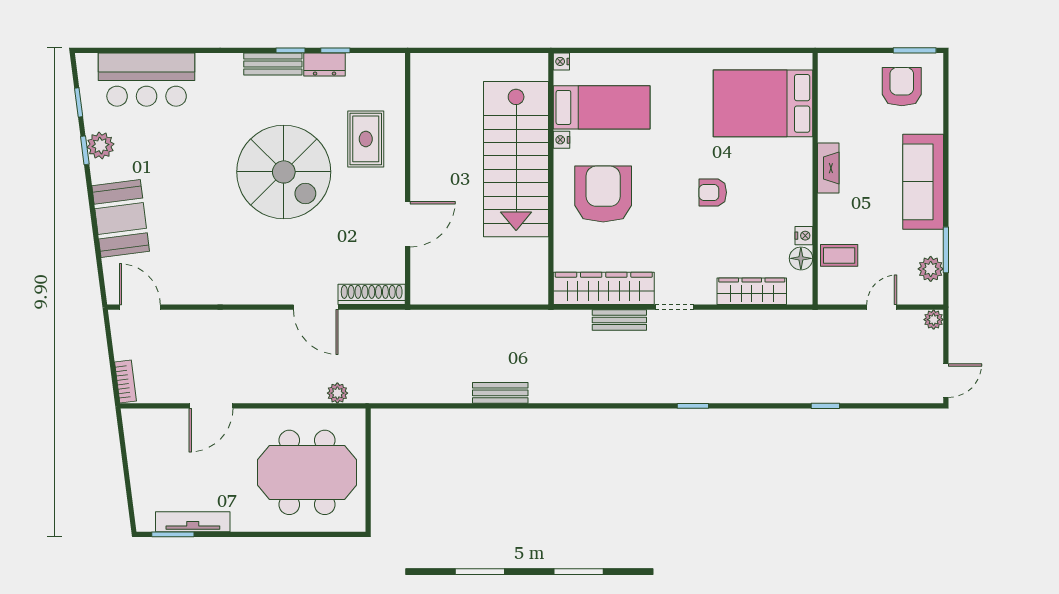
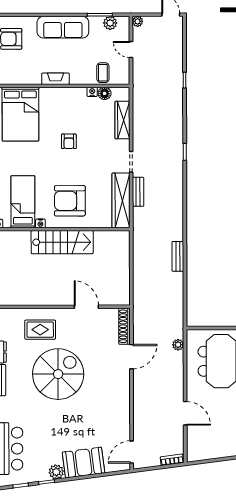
plant: (101, 146) -> (56, 472), moved
stairs: (516, 159) -> (62, 242), width x0.73, depth x0.66

